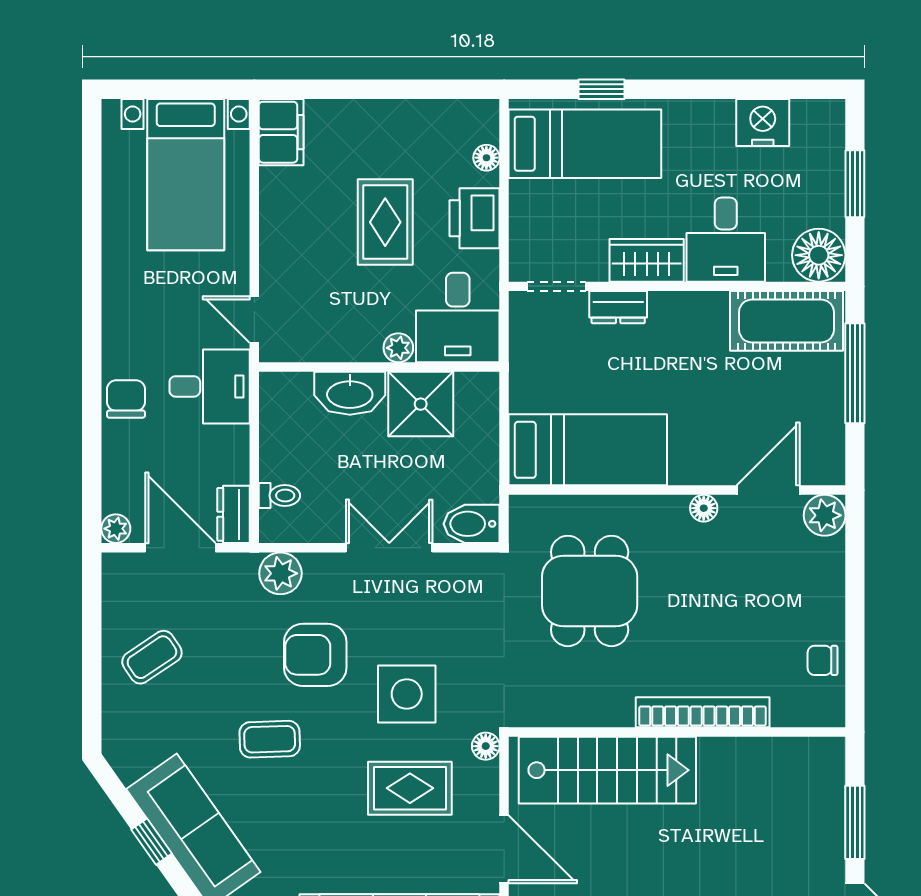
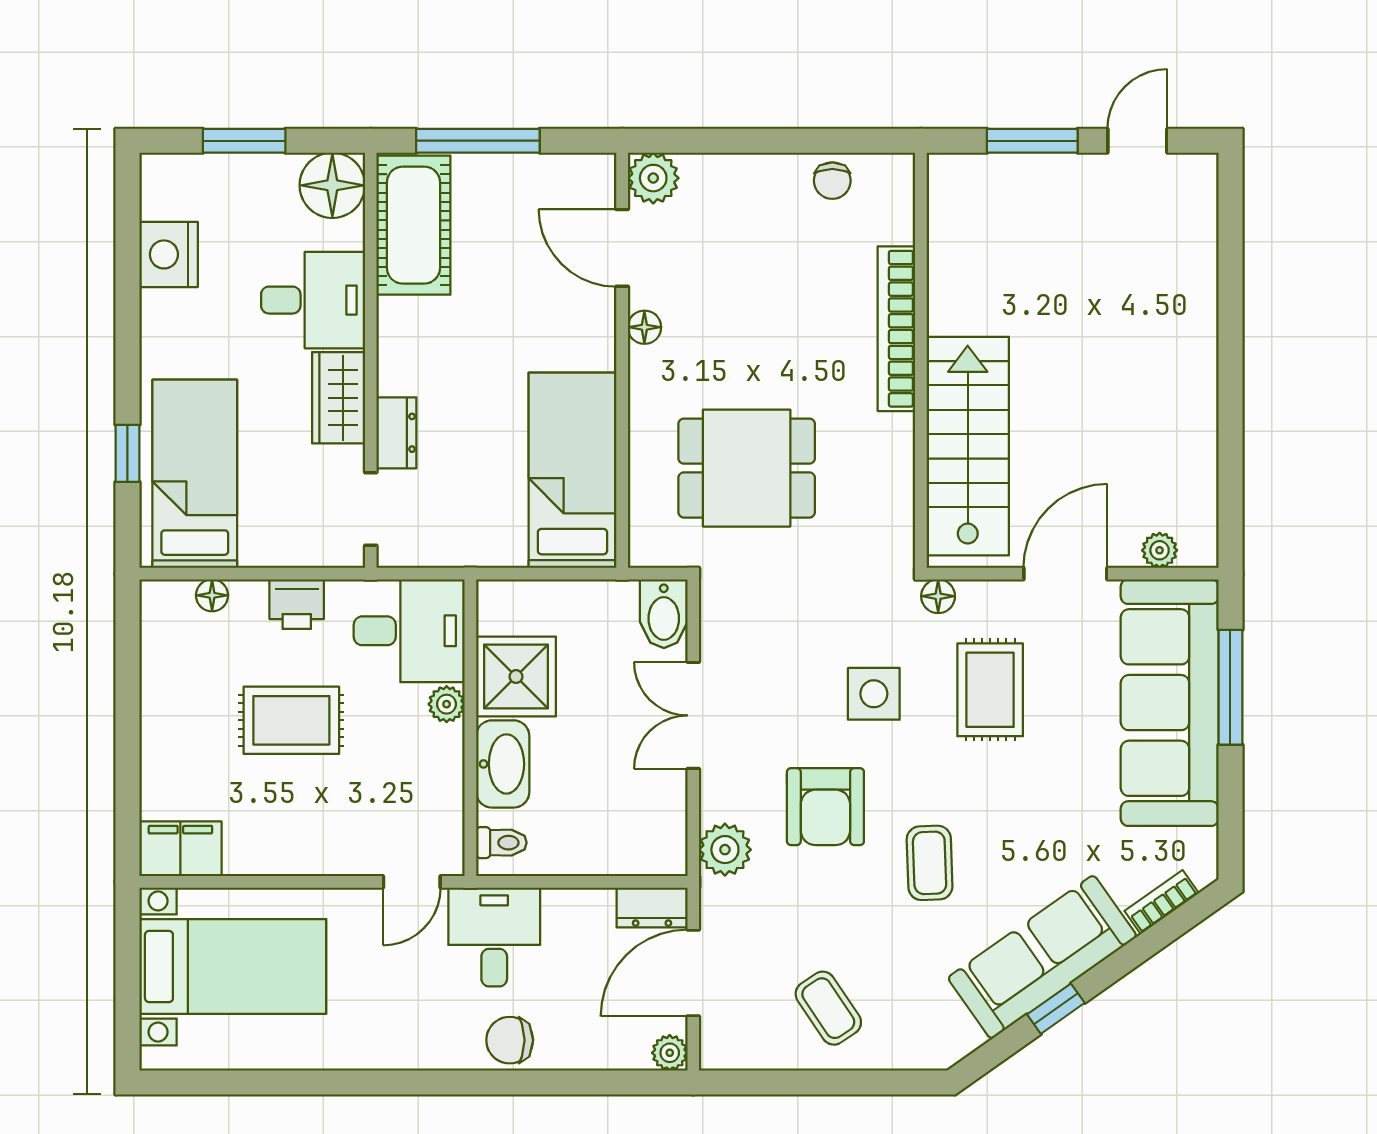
printer: (475, 218) -> (297, 604), width x0.73, depth x0.81
toilet: (279, 496) -> (501, 843), moved, turned 90
side table: (407, 694) -> (874, 694), width x0.73, depth x0.73

